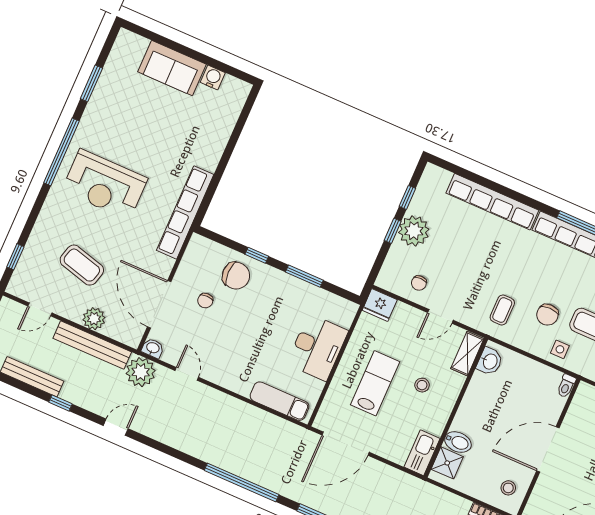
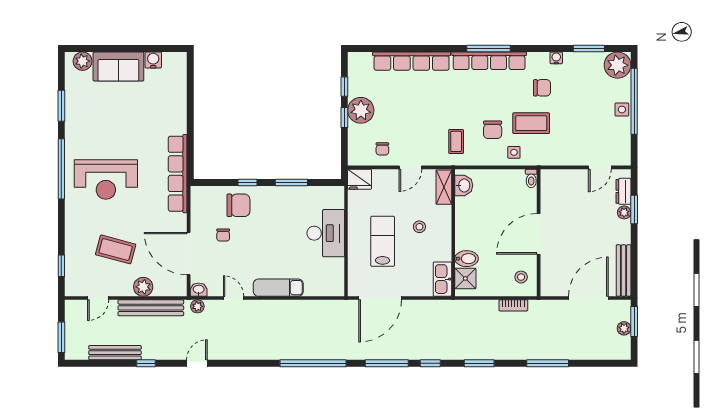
plant: (136, 45) -> (83, 61), added
plant: (141, 372) -> (197, 306), width x0.53, depth x0.53
exam couch: (279, 401) -> (278, 288), moved

